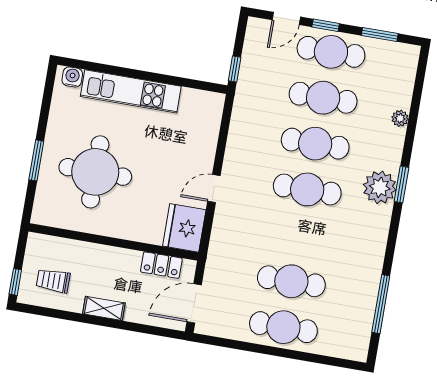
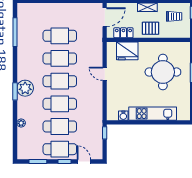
door: (286, 18) -> (84, 161), hinge flipped
water cooler: (72, 77) -> (123, 116), moved
door: (214, 189) -> (105, 74), swing flipped
fridge: (184, 228) -> (127, 51), moved, turned 90
pallet: (105, 265) -> (150, 28), added
cafe table: (283, 327) -> (60, 58), moved

